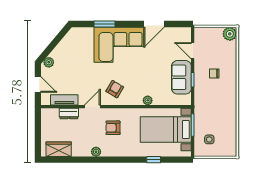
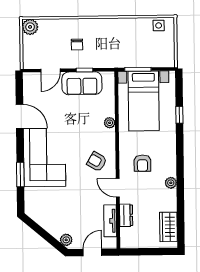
side table: (209, 139) -> (159, 25), moved

